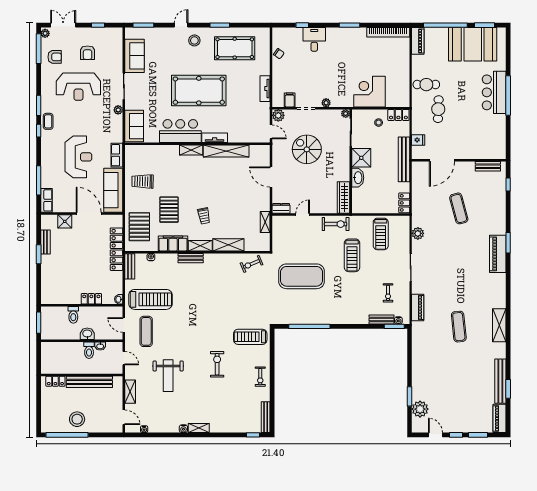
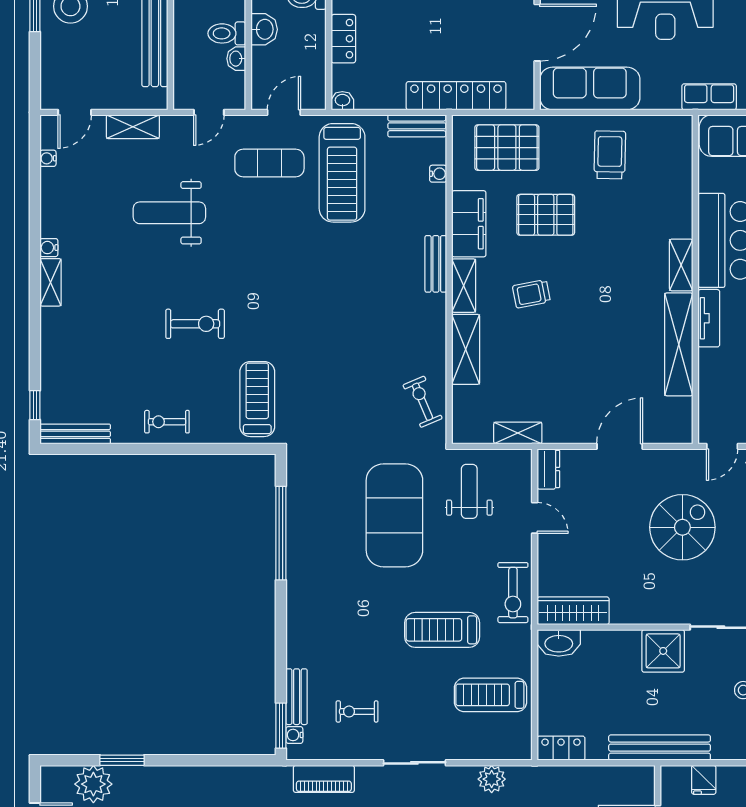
row of seats: (117, 155) -> (709, 97), moved
washbasin: (358, 178) -> (559, 643), moved
weight bench: (291, 243) -> (469, 491), added

